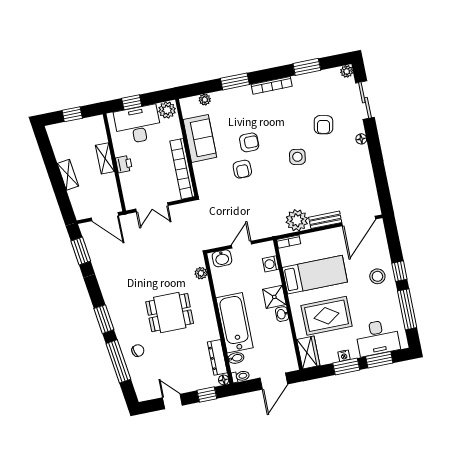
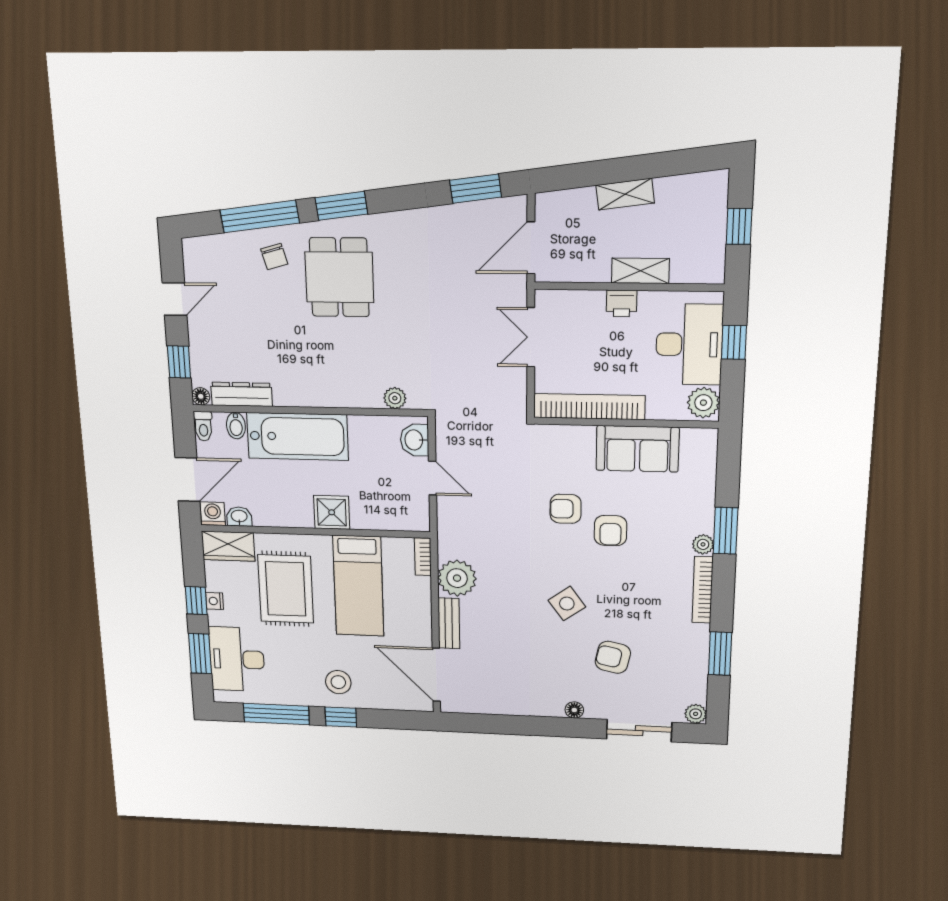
plant: (205, 100) -> (703, 544), moved
side table: (297, 157) -> (567, 604), turned 45
washing machine: (271, 264) -> (213, 514), moved
dining table: (170, 313) -> (339, 277), moved
washbasin: (282, 314) -> (239, 517), moved
window: (346, 366) -> (196, 601), width x0.67
door: (274, 381) -> (187, 480), swing flipped

